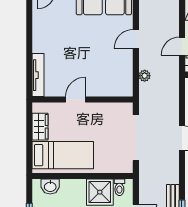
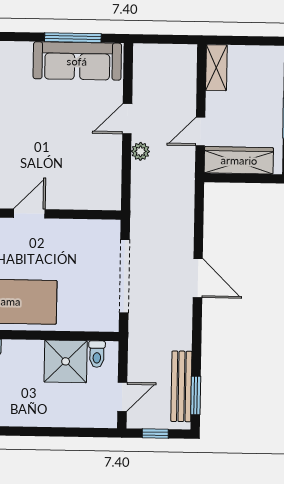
plant: (145, 76) -> (140, 151), moved

